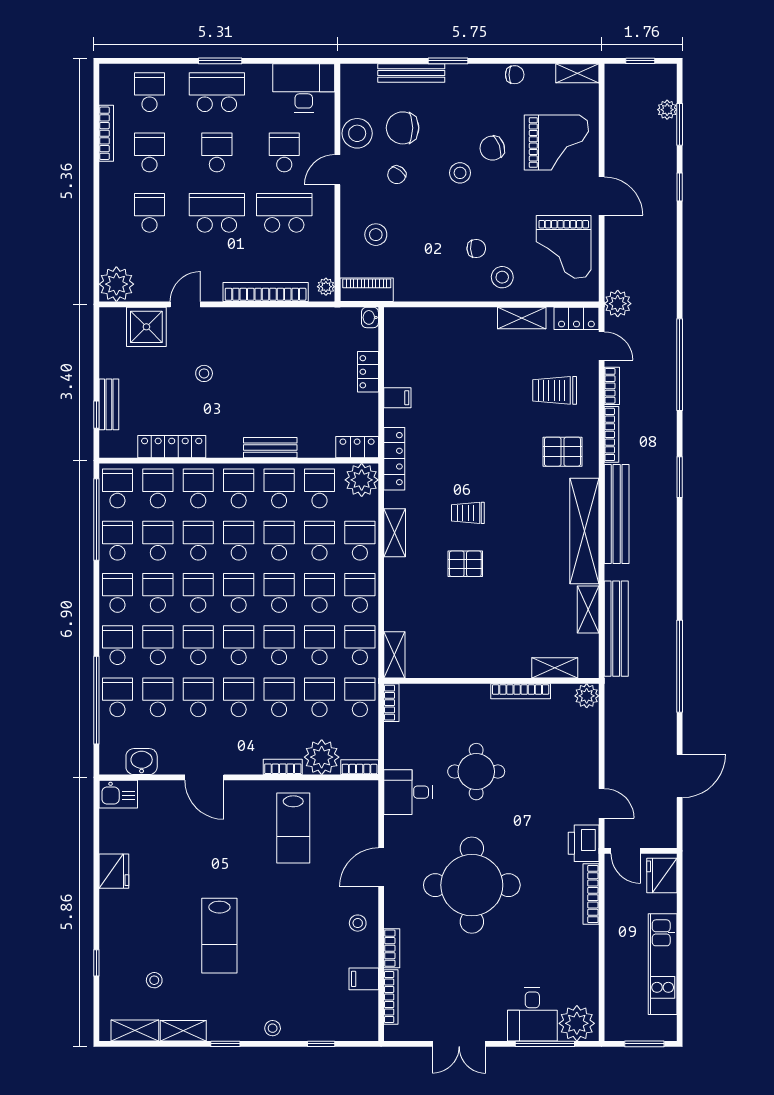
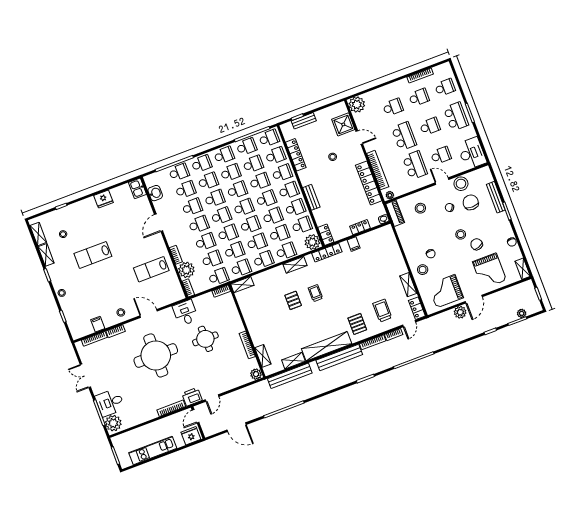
plant: (618, 304) -> (460, 312), moved
locker: (285, 320) -> (369, 183), added

